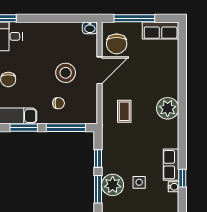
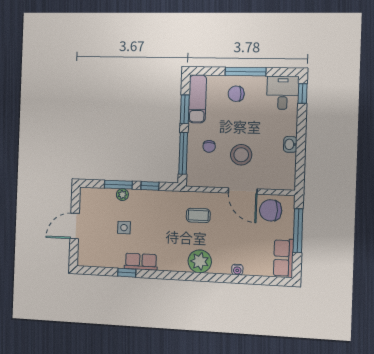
washbasin: (90, 28) -> (290, 144), moved
plant: (113, 185) -> (122, 195), width x0.53, depth x0.53
water cooler: (173, 187) -> (237, 270), moved

